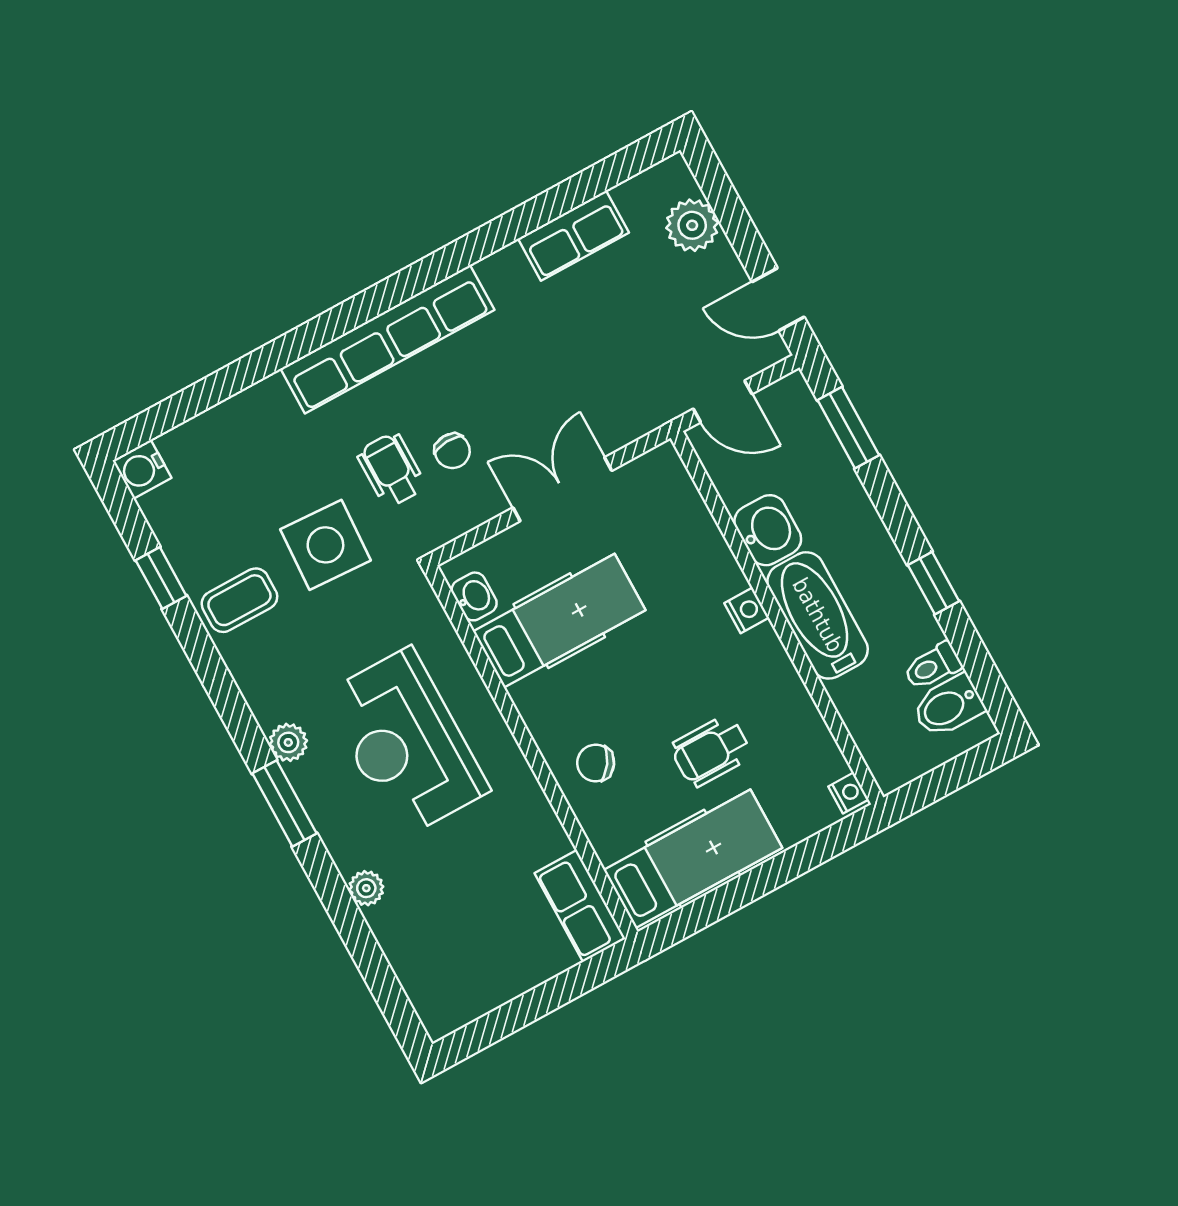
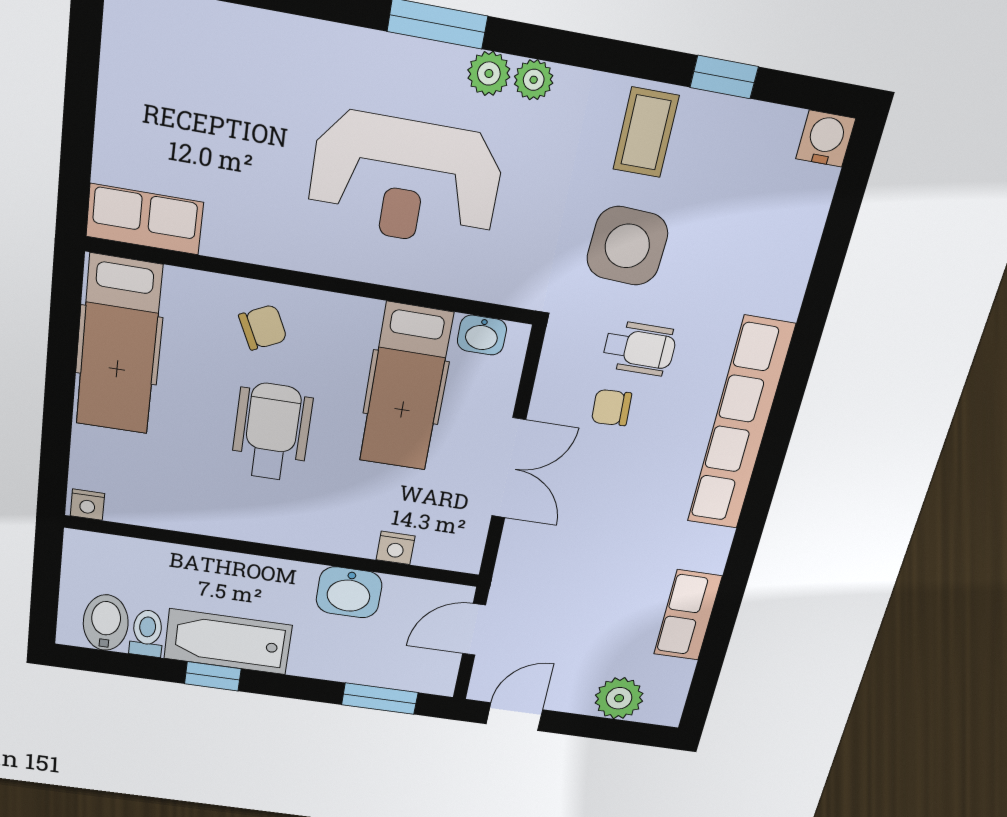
nightstand: (747, 610) -> (396, 548), moved
bathtub: (818, 615) -> (228, 642), moved, turned 180
reception desk: (406, 743) -> (405, 180), turned 180
wheelchair: (711, 751) -> (272, 432), moved, width x1.36, depth x1.37
chair: (596, 763) -> (263, 327), turned 30
plant: (366, 888) -> (534, 80), moved

